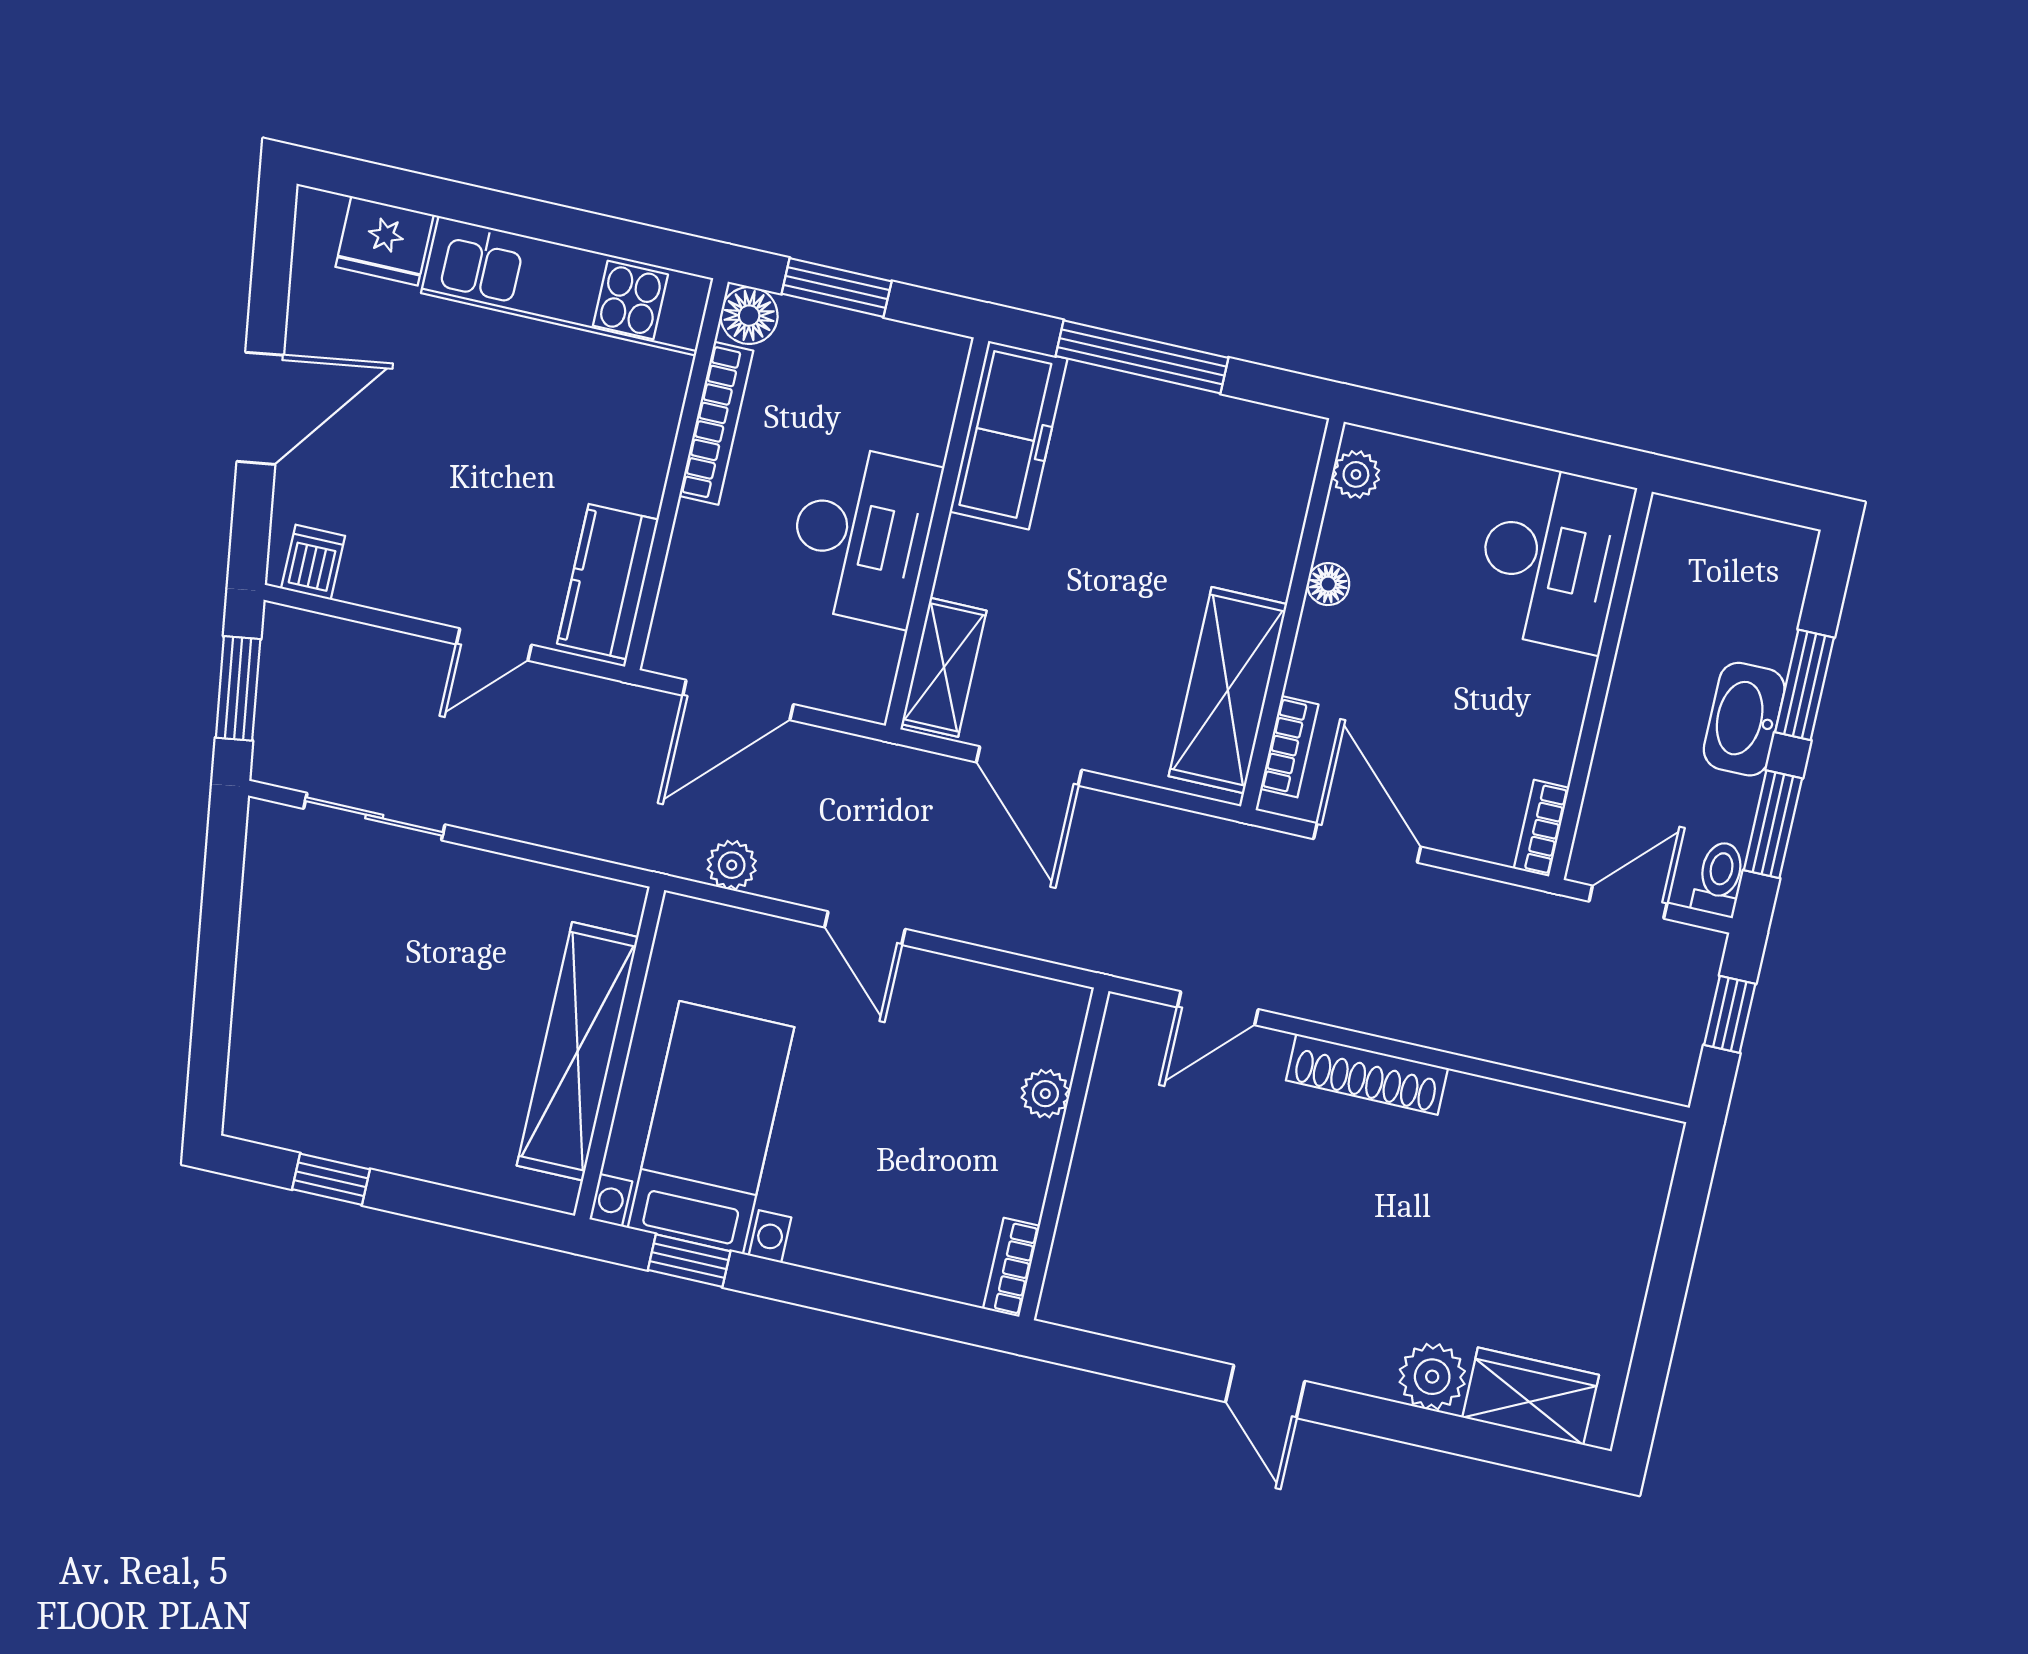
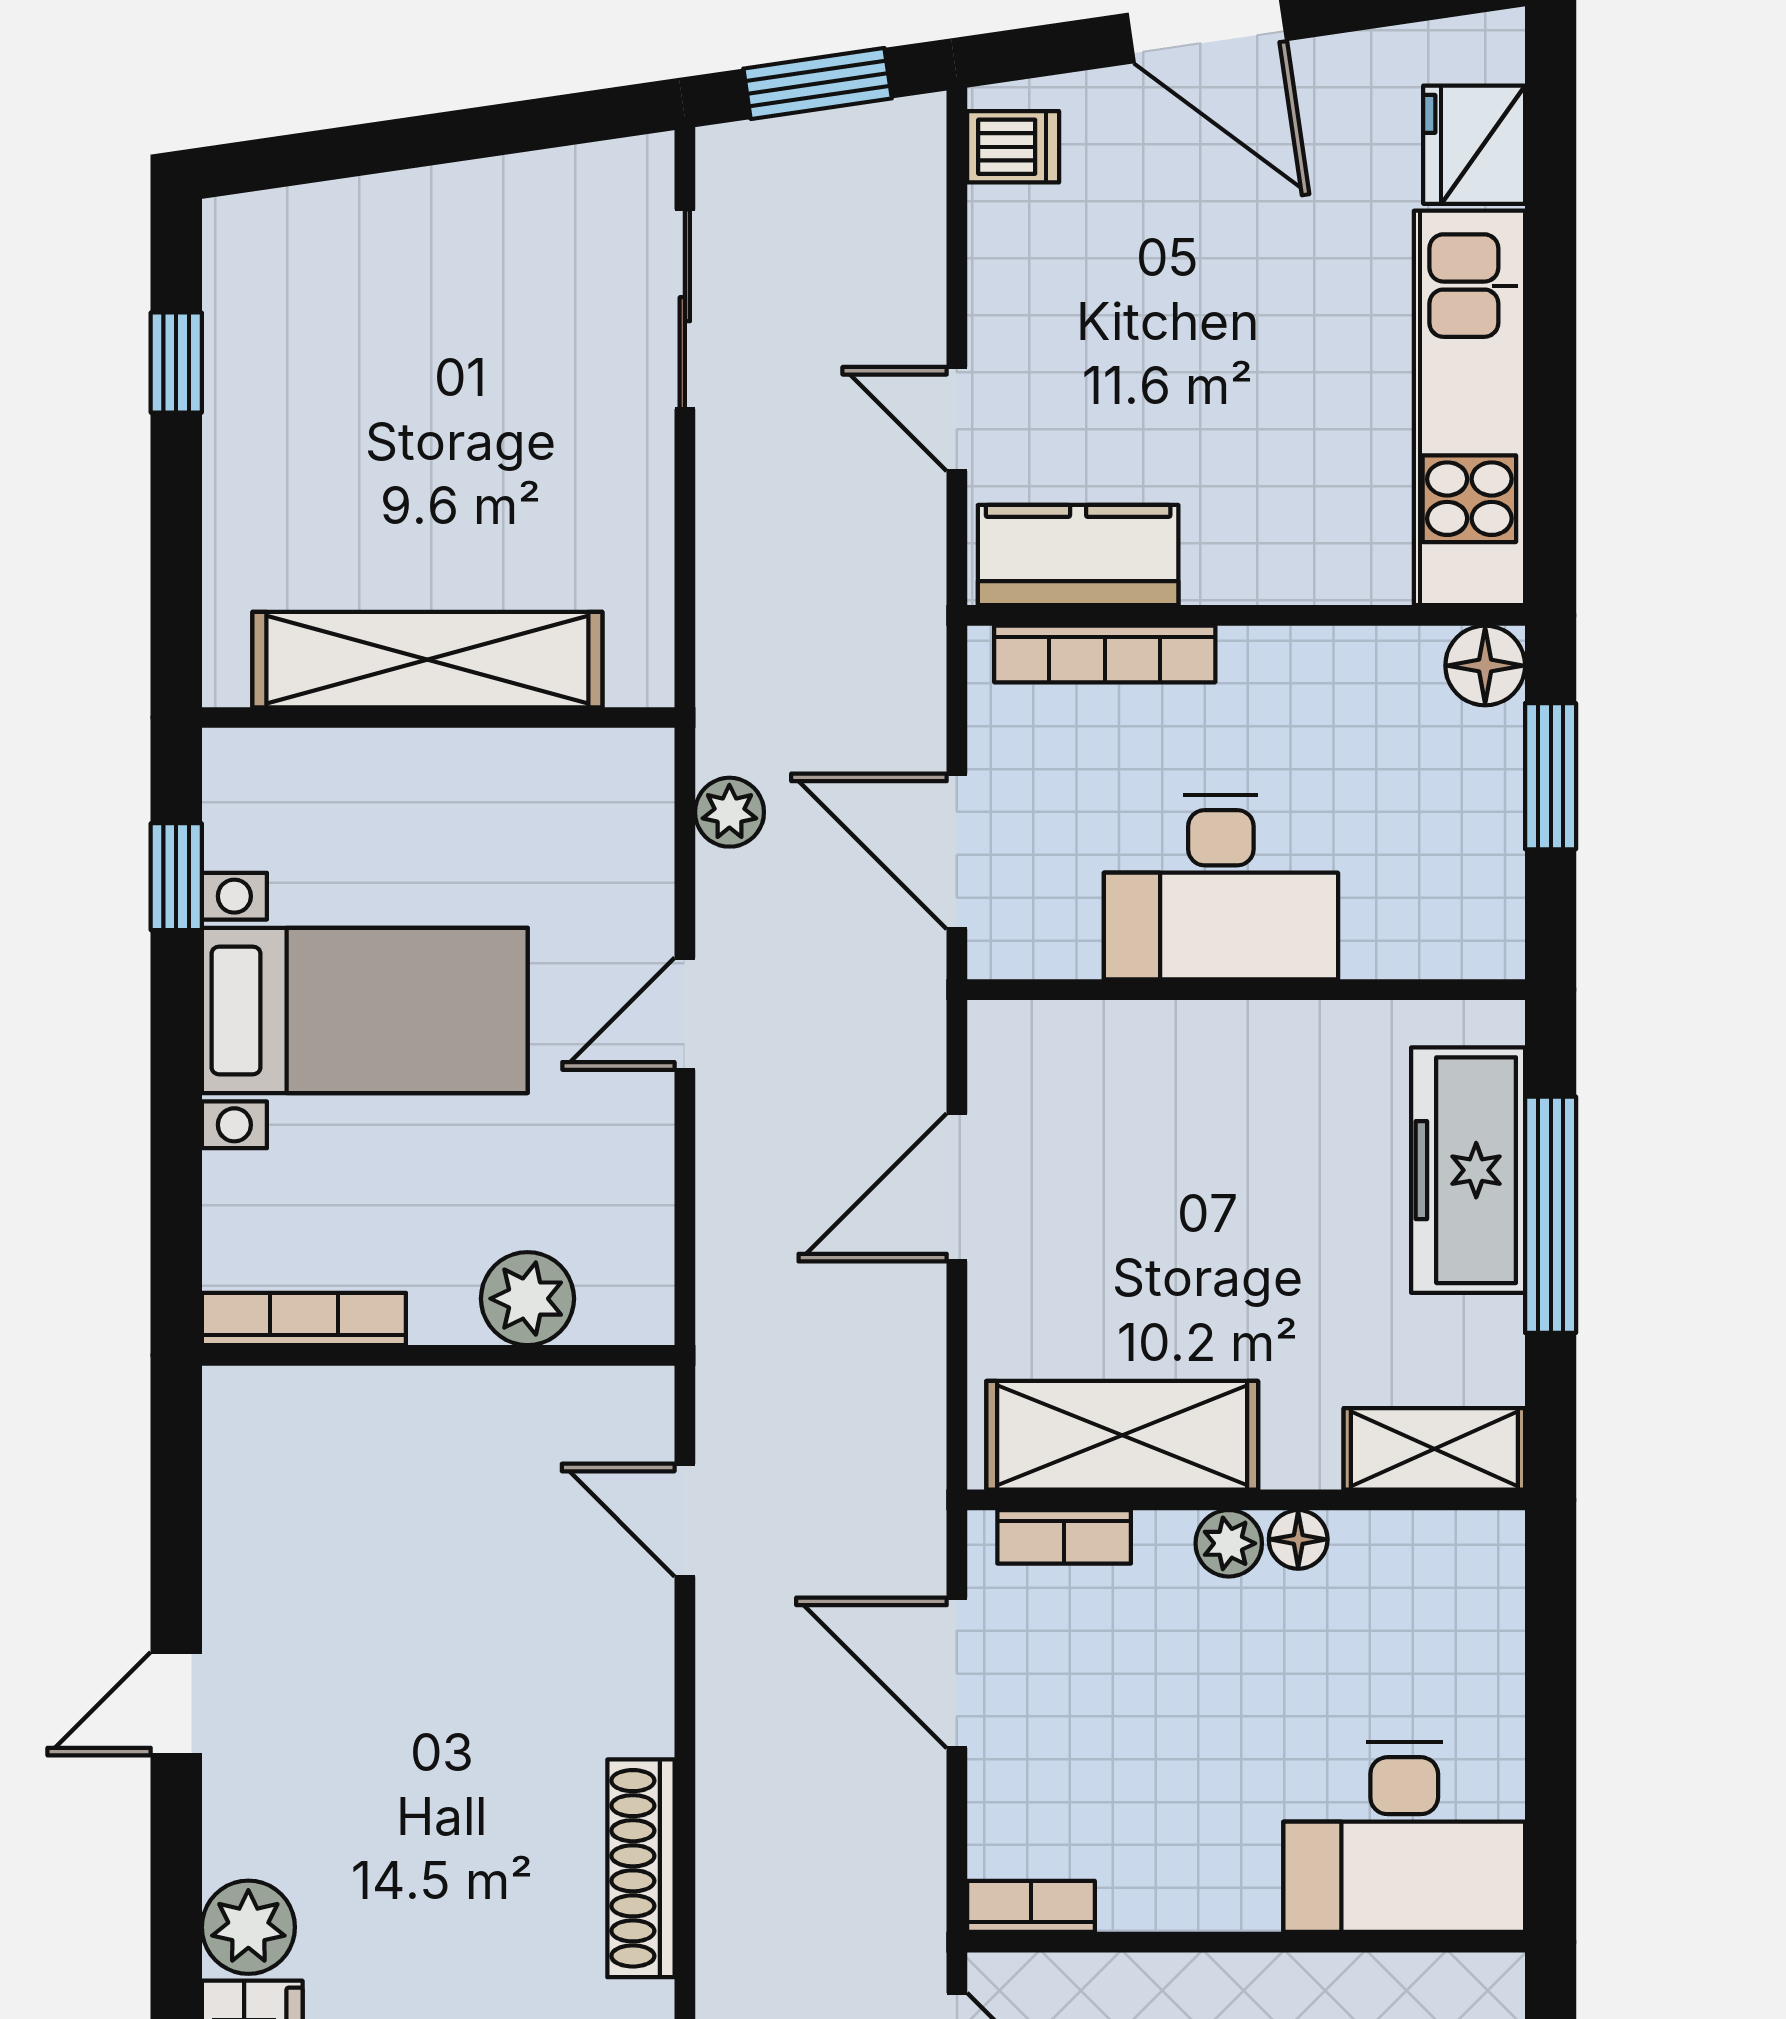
bookcase: (716, 423) -> (1105, 654), moved
freezer: (1009, 435) -> (1468, 1170), moved, turned 90
plant: (1356, 474) -> (1229, 1543), moved
shelving: (944, 667) -> (1434, 1449), moved
door: (738, 700) -> (957, 851), moved
door: (1367, 843) -> (957, 1673), swing flipped
shoe rack: (1367, 1074) -> (641, 1868), moved
plant: (1045, 1094) -> (527, 1299), width x1.38, depth x1.38
bed with nightstands: (711, 1128) -> (365, 1010), moved
bookcase: (1011, 1267) -> (304, 1319), width x1.56

